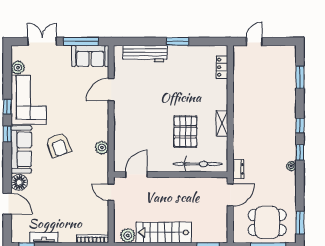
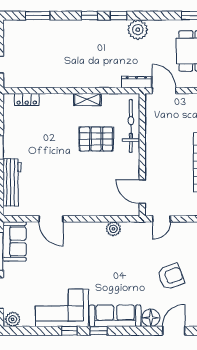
plant: (18, 68) -> (13, 319), moved
armchair: (59, 145) -> (171, 276), moved
plant: (291, 166) -> (138, 30), width x1.87, depth x1.87
dresser: (238, 169) -> (136, 82), width x1.44

